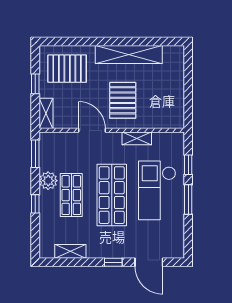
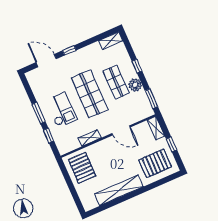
pallet: (123, 100) -> (82, 168), moved
checkout: (157, 190) -> (61, 110), width x0.73, depth x0.83
shelving: (70, 251) -> (111, 41), moved

